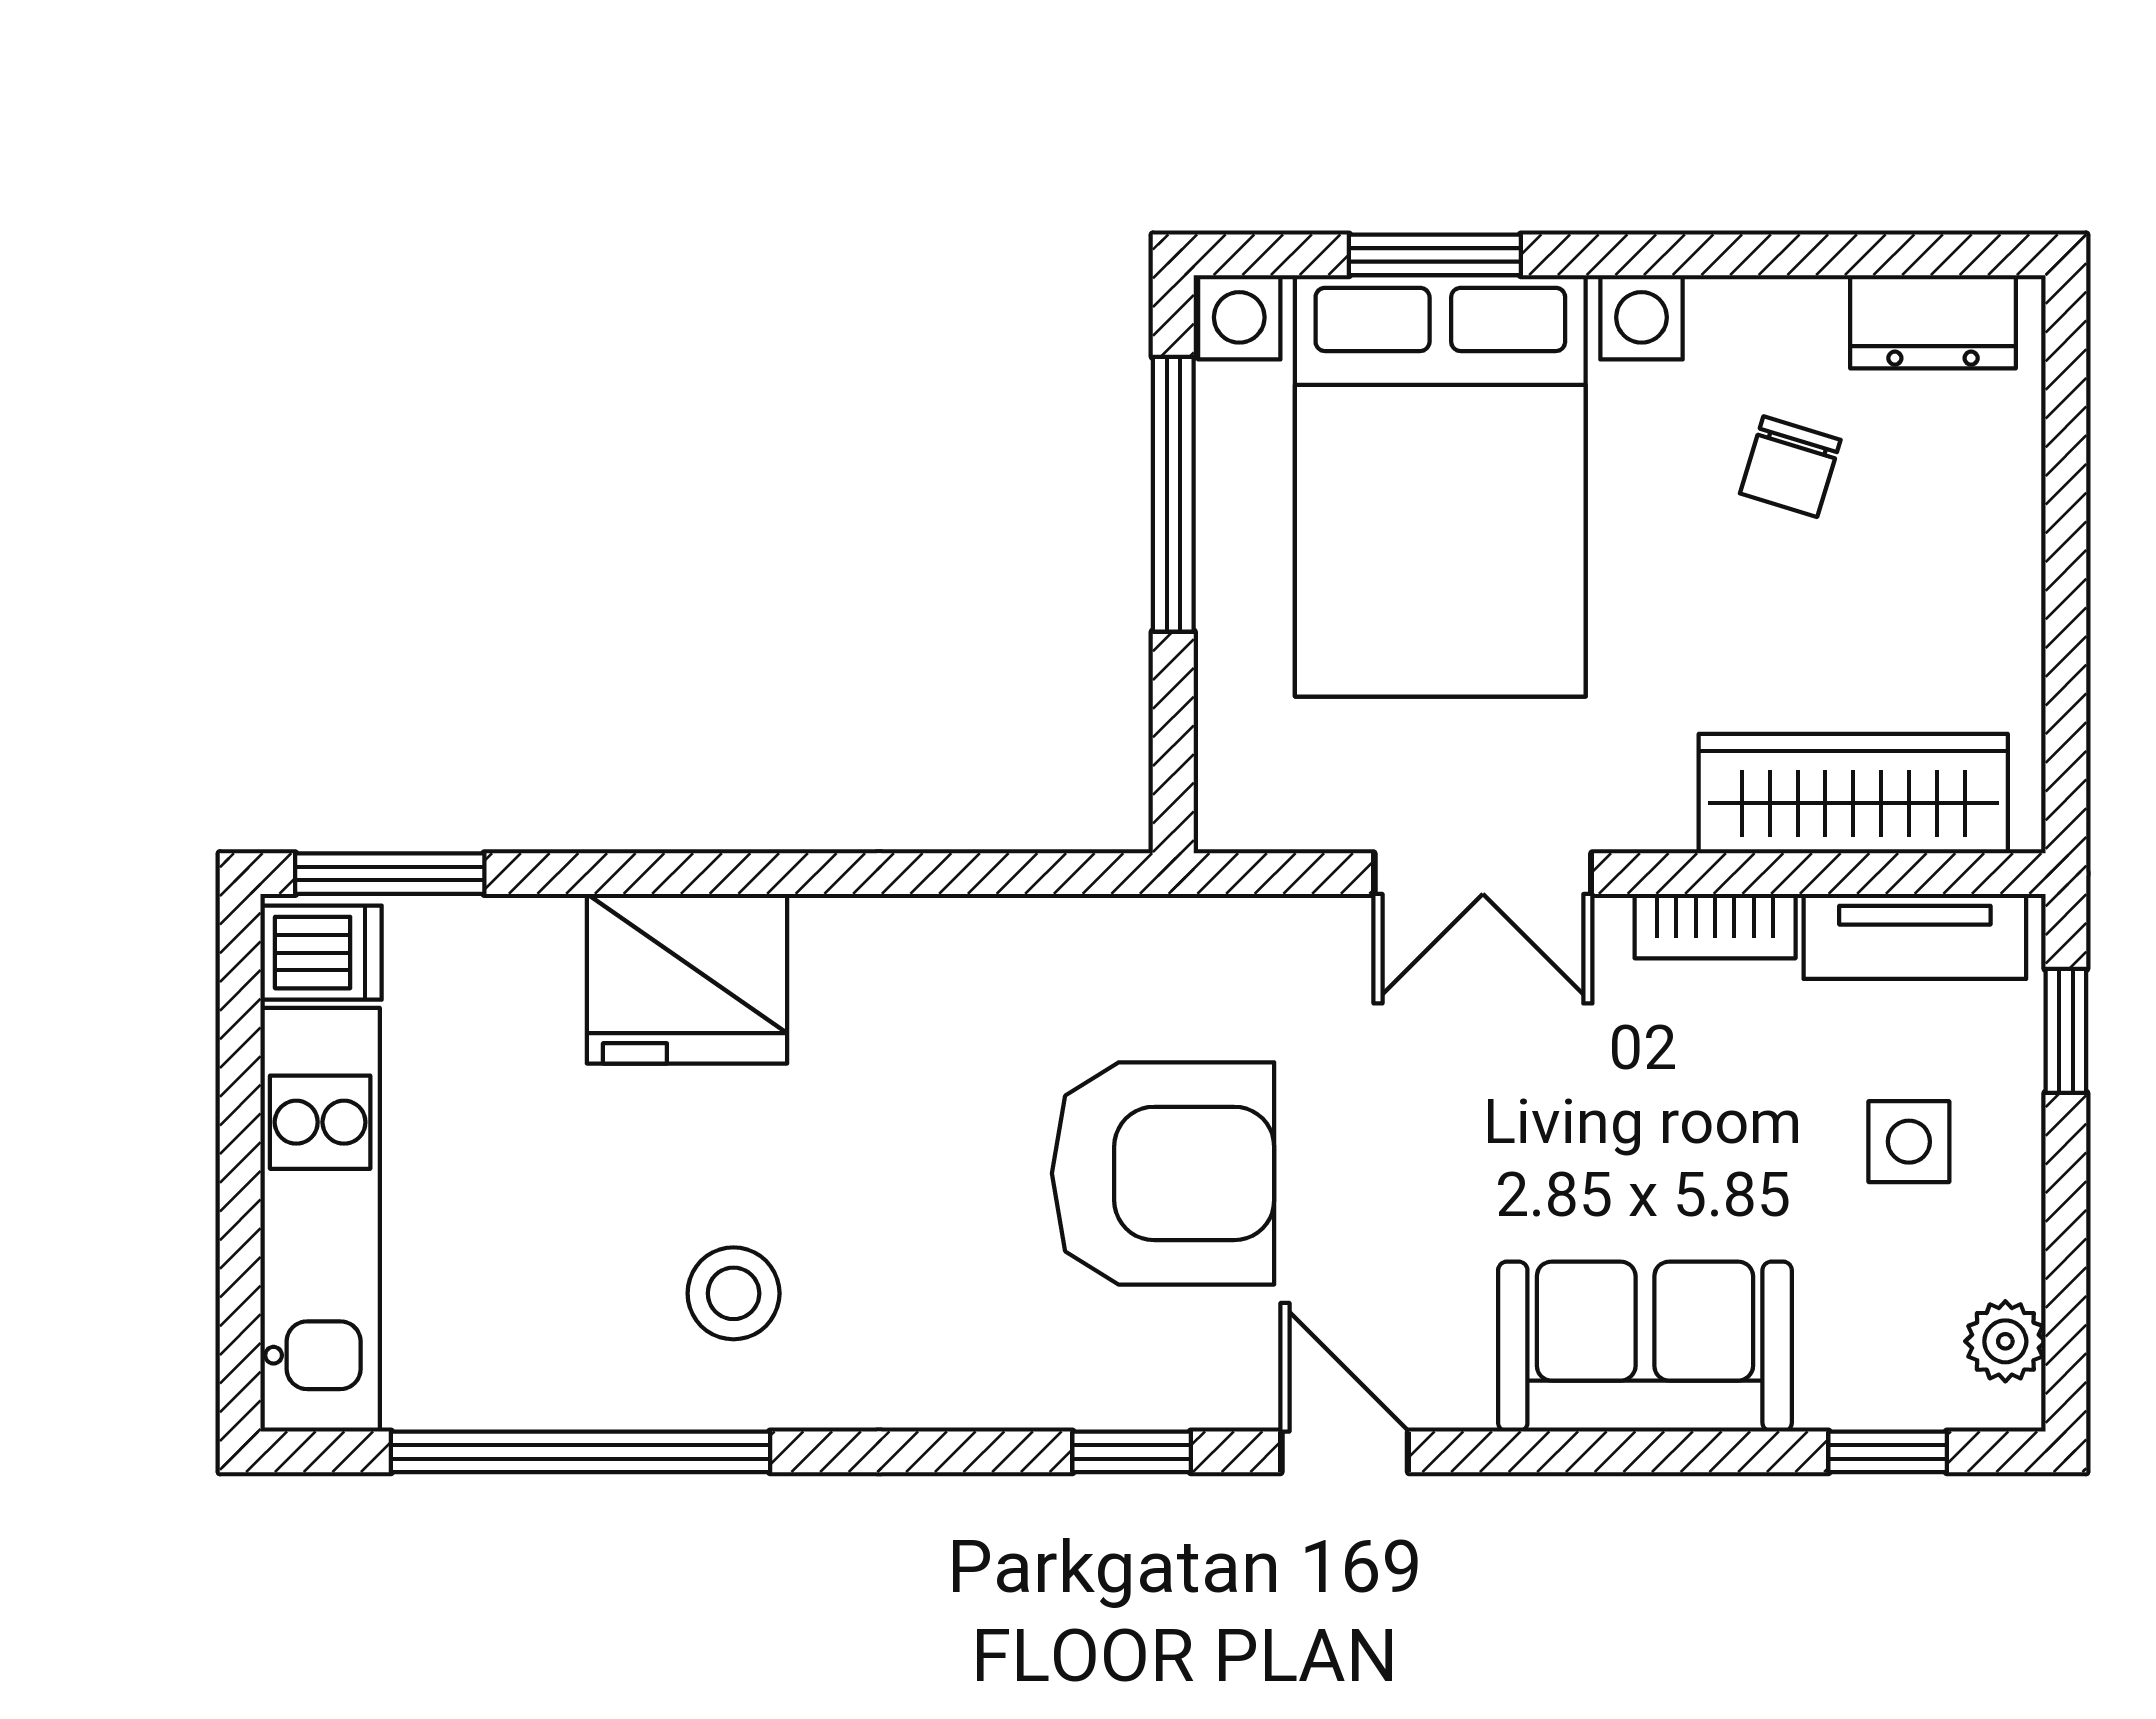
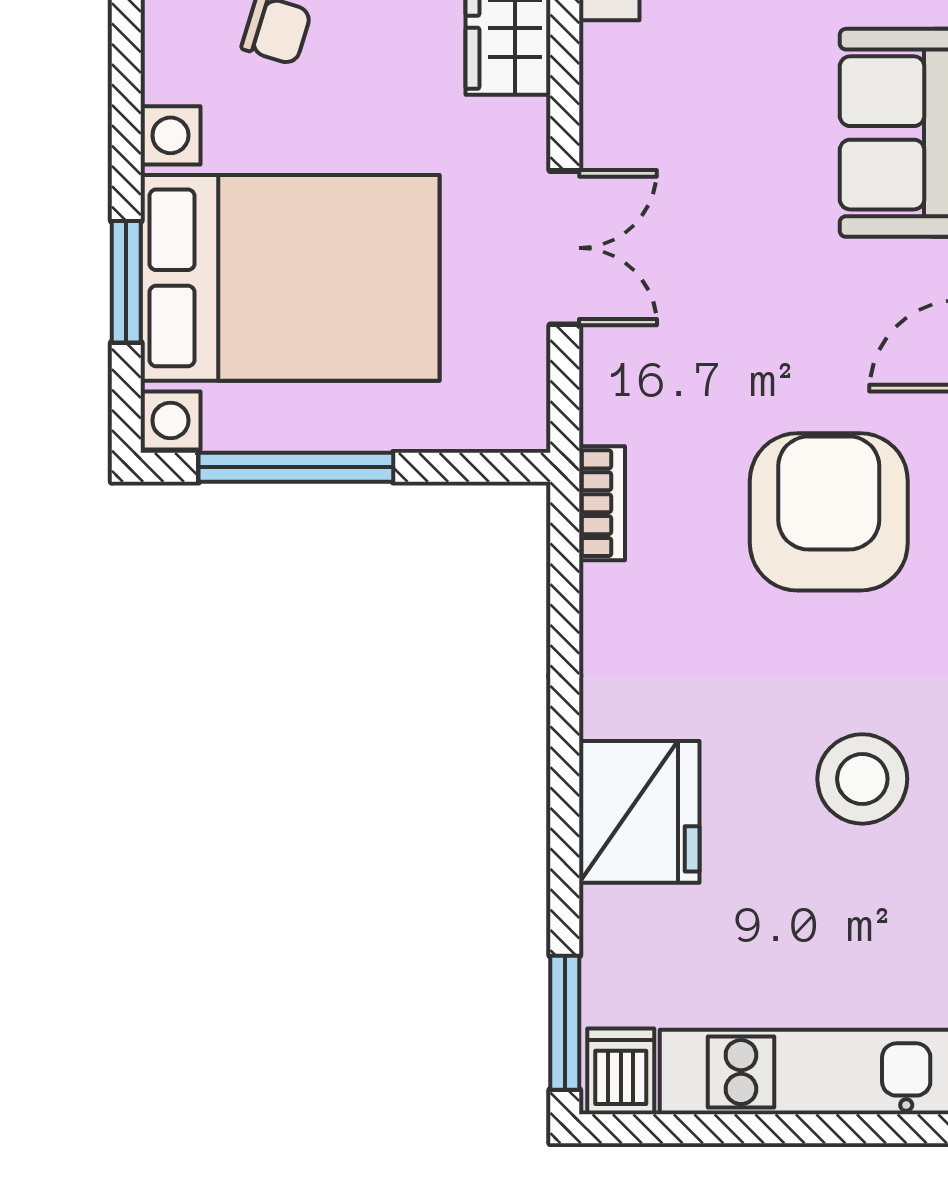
bookcase: (1715, 926) -> (602, 503), moved
armchair: (1163, 1173) -> (829, 512), moved
stool: (734, 1293) -> (862, 779), width x1.38, depth x1.38

